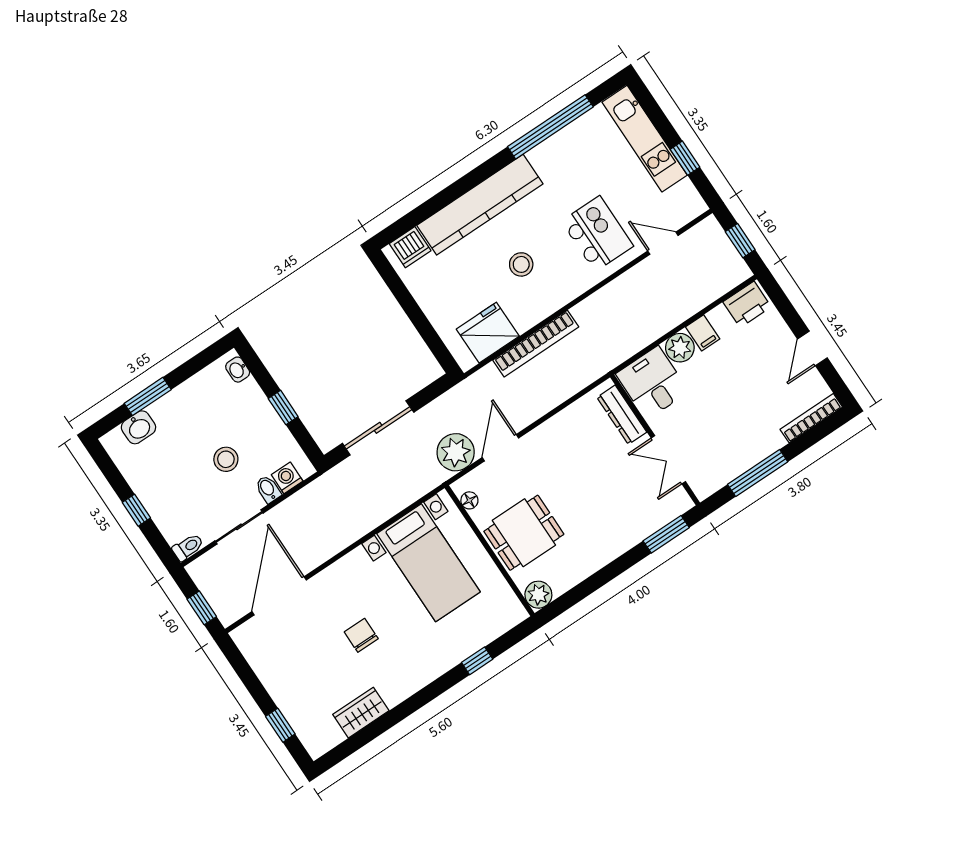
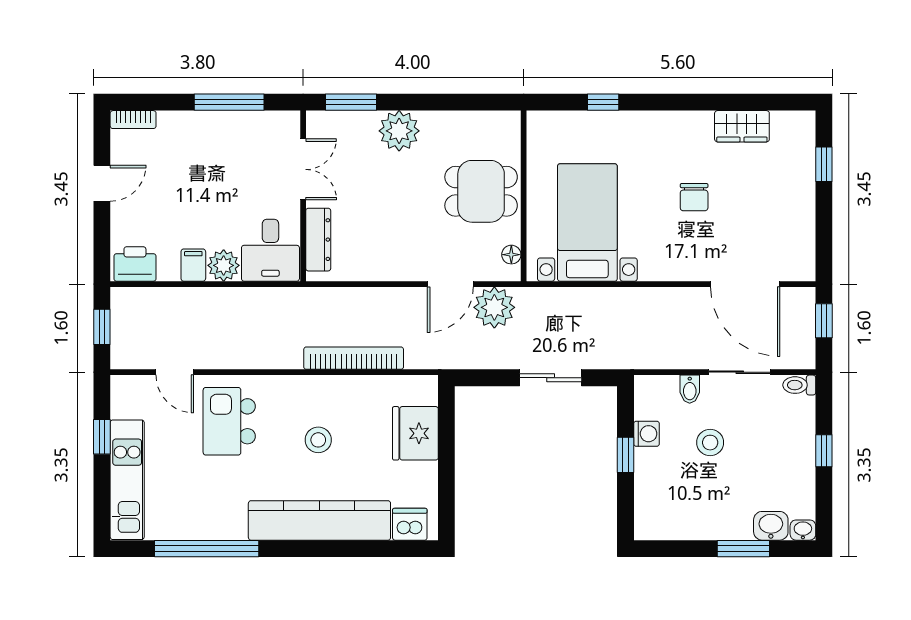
fridge: (488, 333) -> (415, 433), moved, turned 90
washbasin: (238, 370) -> (803, 530), moved, turned -90
bookcase: (811, 418) -> (133, 120), width x0.64
sliding door: (378, 428) -> (551, 378), width x0.73
washing machine: (287, 478) -> (646, 434), moved, turned -90
plant: (538, 595) -> (399, 131), moved, width x1.36, depth x1.36
door: (279, 596) -> (745, 284), hinge flipped

